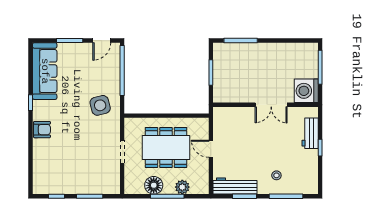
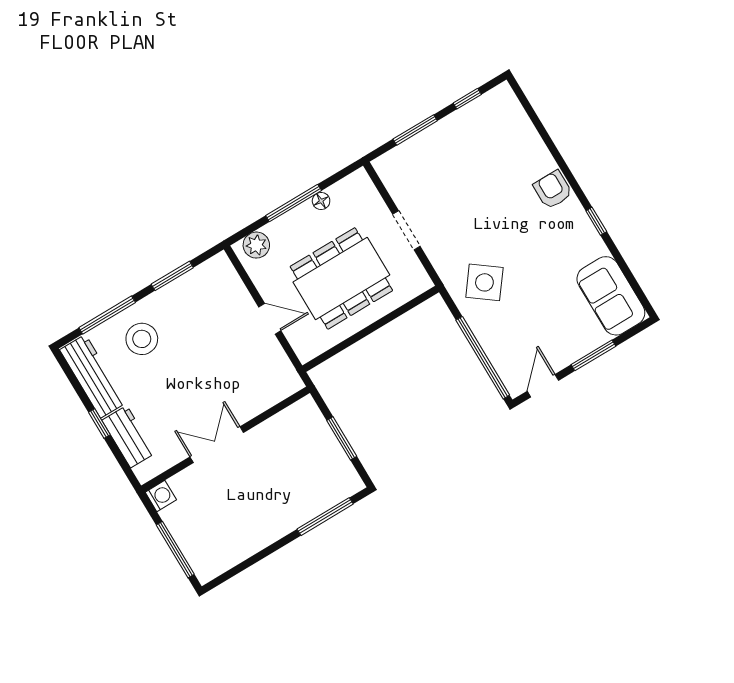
sofa: (45, 71) -> (611, 296), width x0.73
washing machine: (306, 91) -> (161, 496), width x0.53, depth x0.53
side table: (100, 105) -> (484, 282), turned -38
armchair: (42, 130) -> (553, 190), turned 90
stool: (276, 175) -> (142, 339), width x1.89, depth x1.89
floor lamp: (154, 185) -> (321, 201), width x0.53, depth x0.53
workbench: (235, 186) -> (93, 376), moved, turned -90
plant: (182, 187) -> (256, 245), moved

